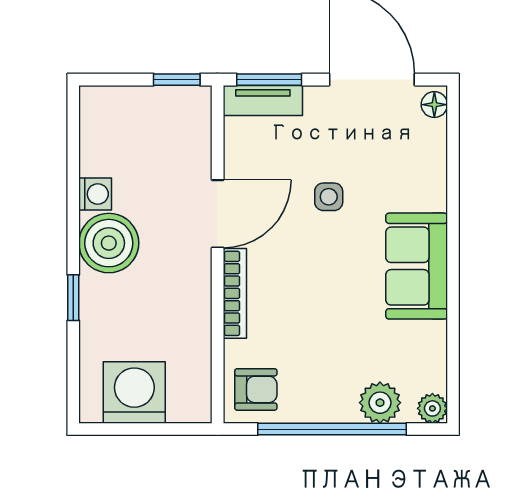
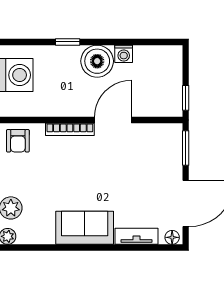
tv unit: (263, 100) -> (137, 236), moved, turned 90
side table: (329, 197) -> (122, 180), removed
door: (218, 214) -> (113, 120), swing flipped

